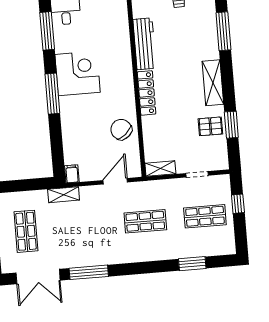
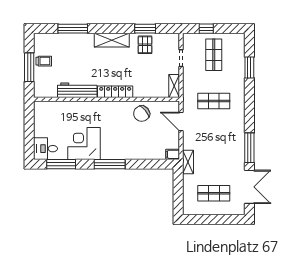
corner desk: (78, 73) -> (84, 143), moved
shop shelf: (145, 221) -> (214, 101), turned 90

